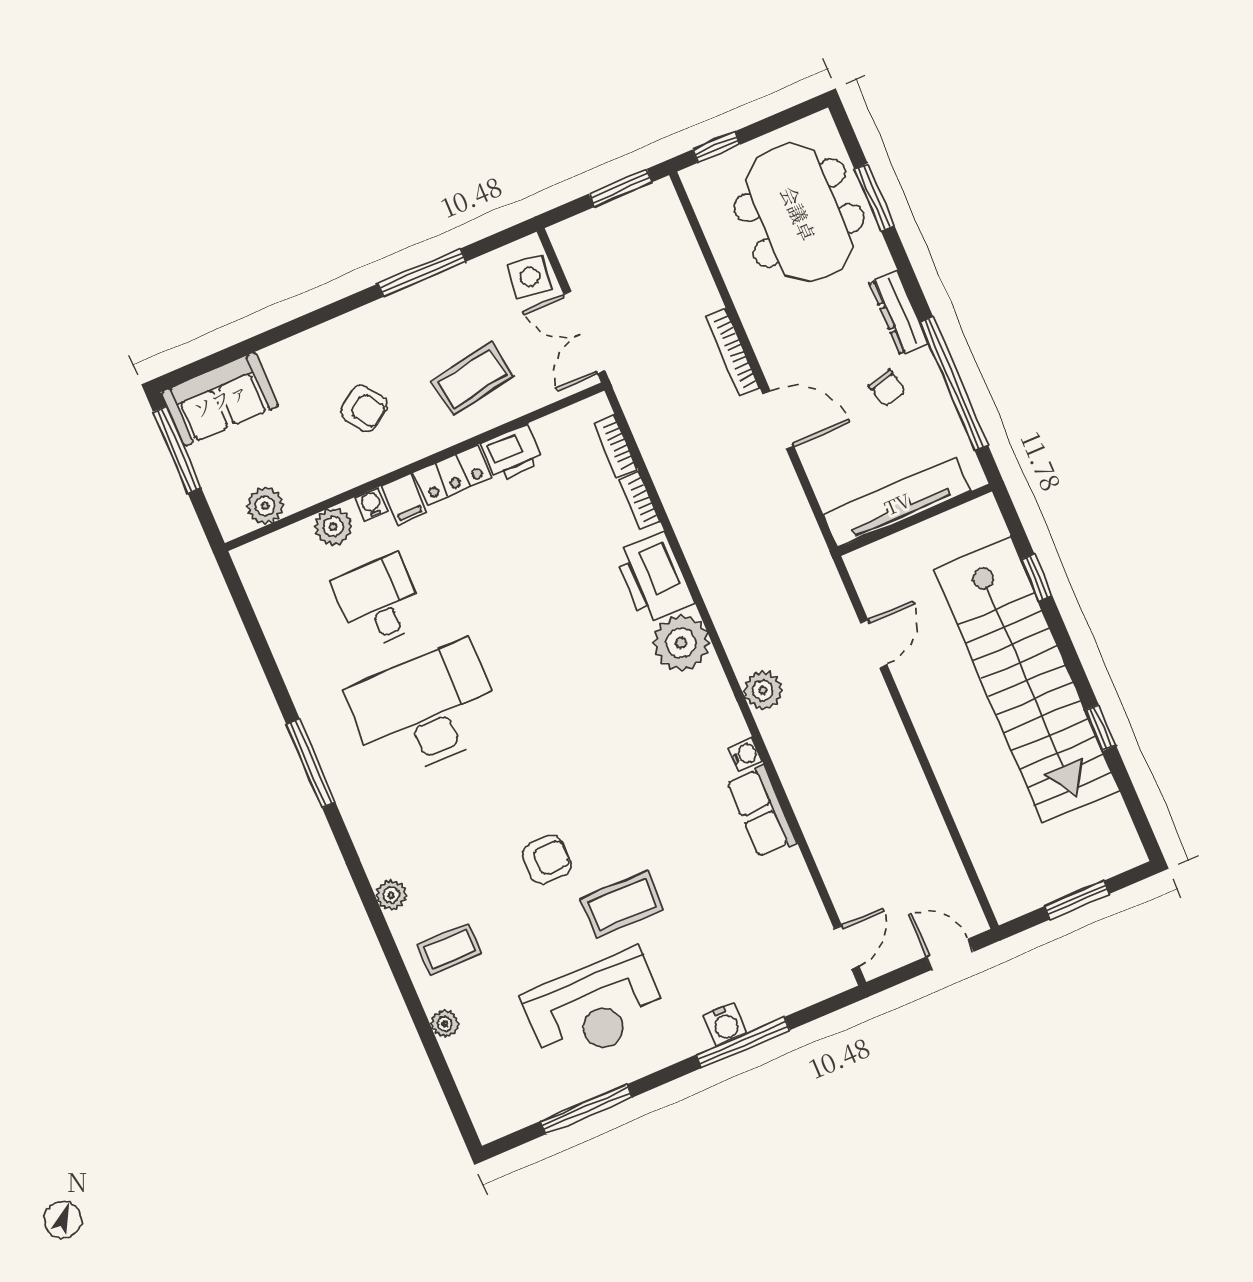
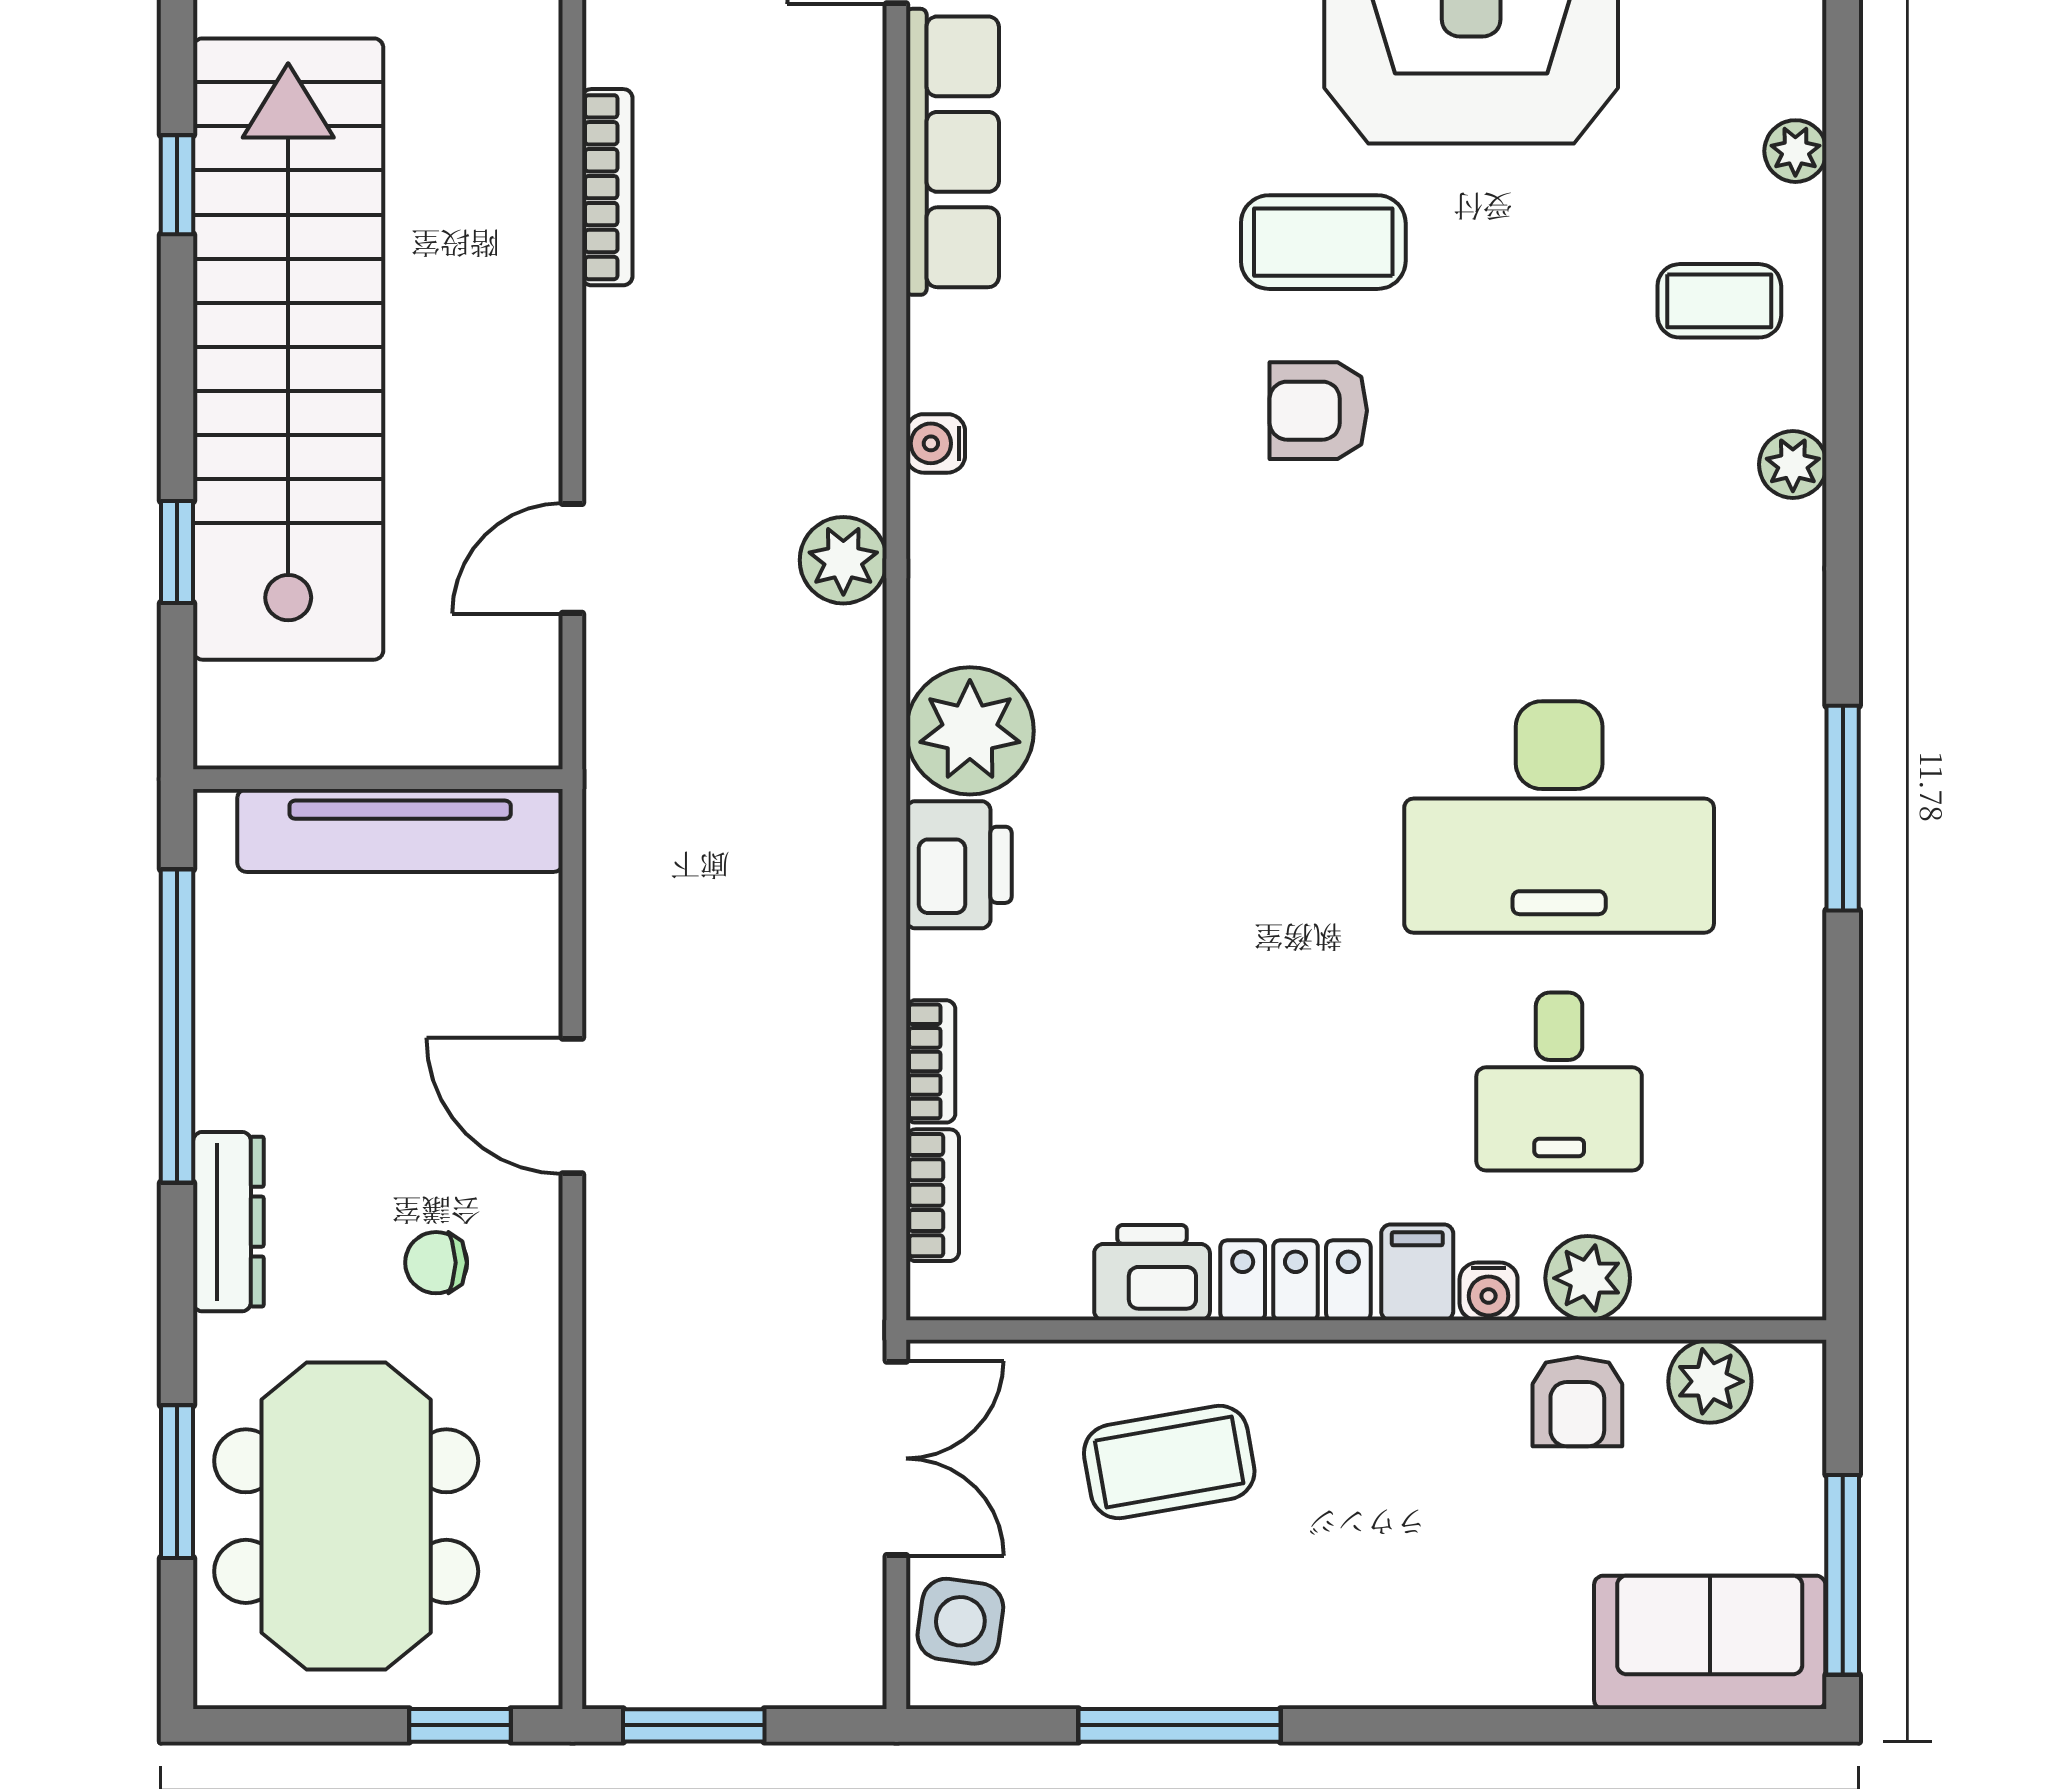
bookcase: (733, 352) -> (607, 187), moved
chair: (887, 388) -> (436, 1263), moved, turned -75
armchair: (364, 408) -> (1577, 1402), moved, turned -145
printer: (654, 578) -> (959, 865), width x0.73, depth x0.84
row of seats: (762, 811) -> (952, 152), moved, width x1.48
armchair: (547, 860) -> (1318, 411), moved

